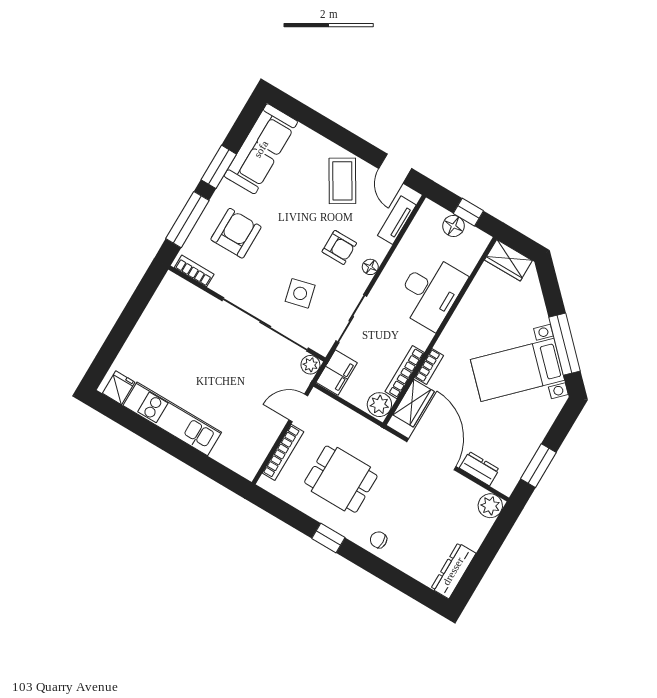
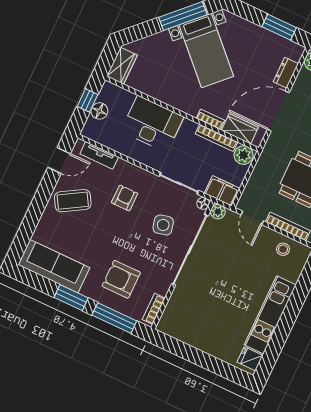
floor lamp: (370, 267) -> (203, 203), moved
stool: (254, 443) -> (283, 249), added

